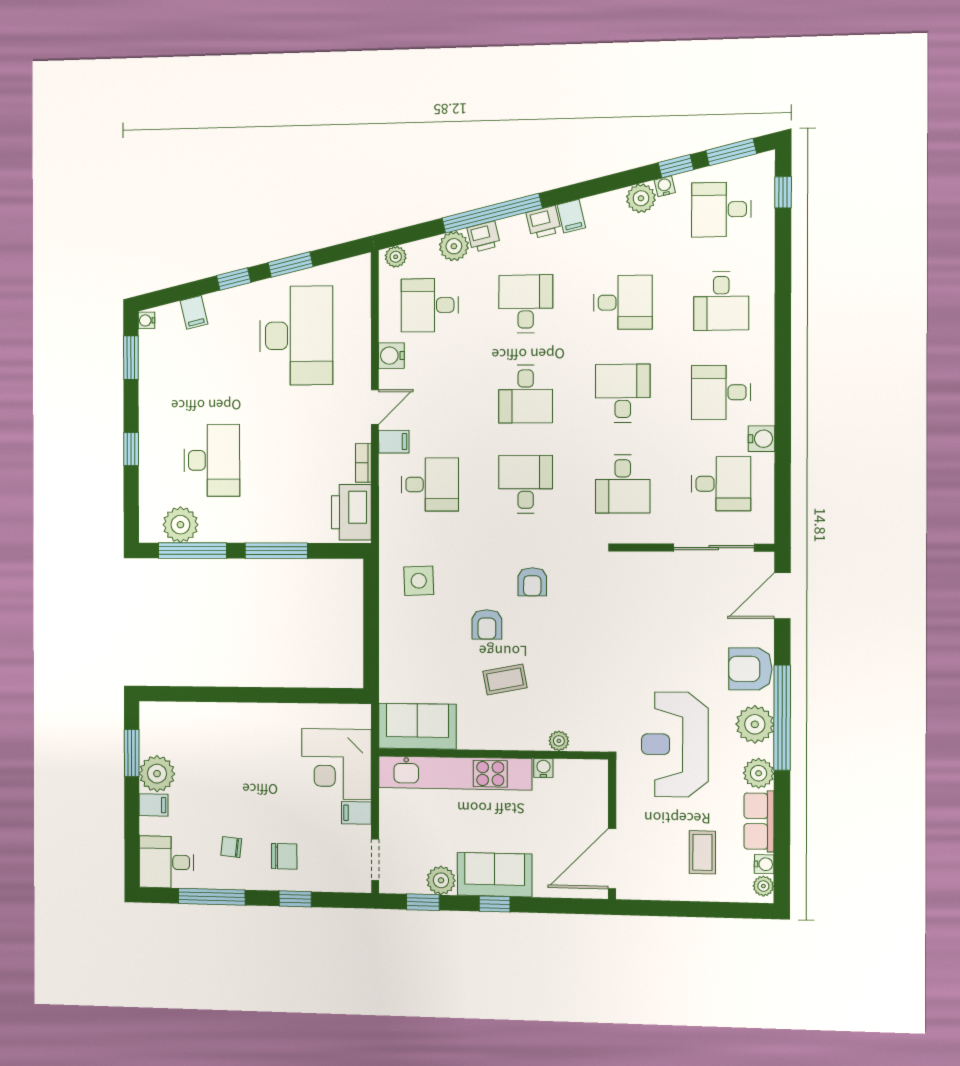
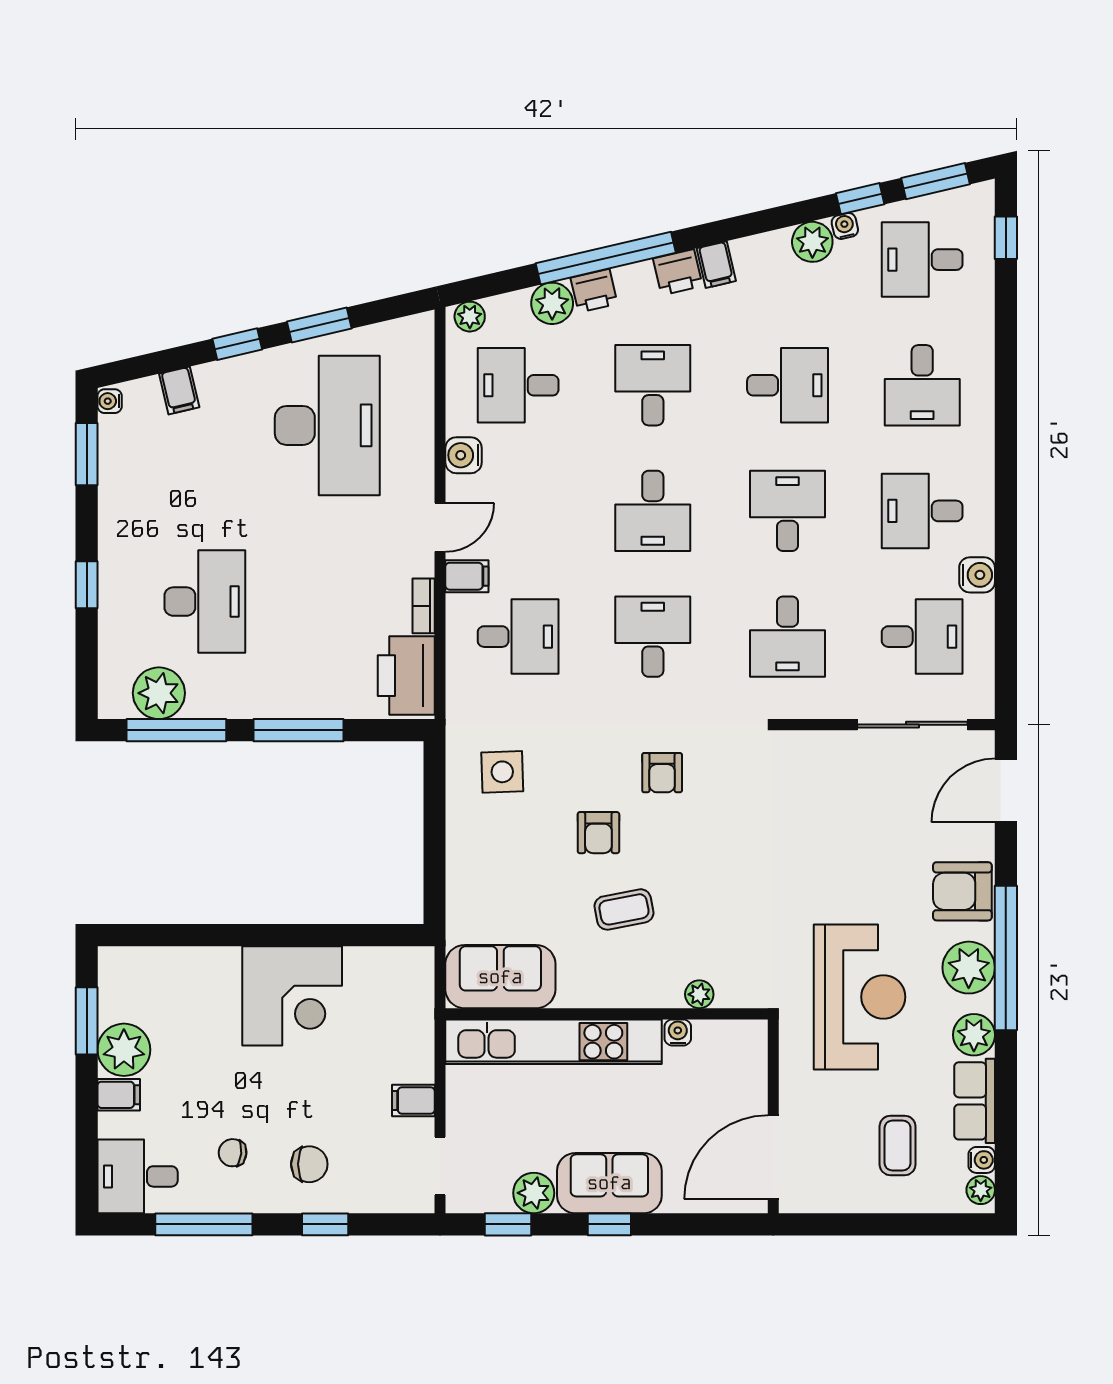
reception desk: (675, 744) -> (860, 997), turned 180
corner desk: (336, 764) -> (292, 996), moved, turned -90

